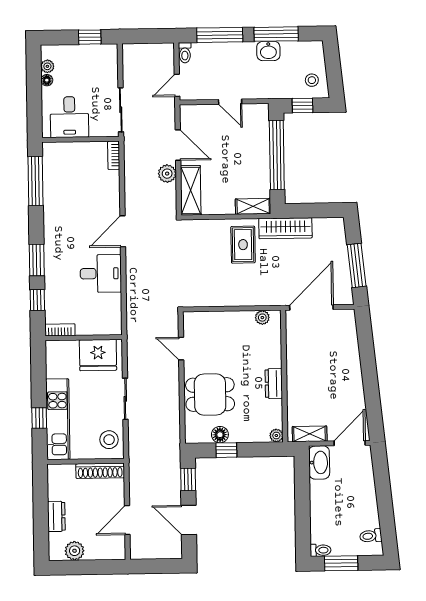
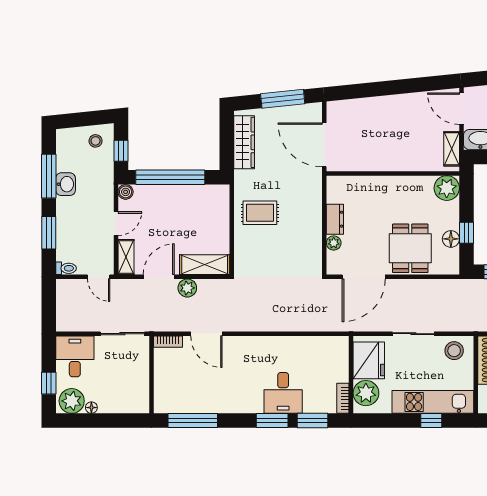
window: (220, 35) -> (49, 233), width x0.69
window: (90, 37) -> (49, 383), moved
plant: (47, 66) -> (72, 401), width x1.88, depth x1.88
boiler: (262, 111) -> (126, 192), added
desk: (69, 117) -> (75, 356), moved, turned -90
shelving: (253, 206) -> (126, 257), moved
wardrobe: (285, 228) -> (244, 142), moved
door: (123, 231) -> (206, 334), moved
desk: (101, 273) -> (283, 393), moved, turned 180
window: (37, 300) -> (312, 421), width x1.50
plant: (262, 318) -> (334, 243), moved
door: (181, 349) -> (364, 277), width x1.87
plant: (65, 353) -> (366, 393), added
dresser: (274, 384) -> (335, 219), moved, turned -90
plant: (276, 436) -> (447, 188), width x1.88, depth x1.88

